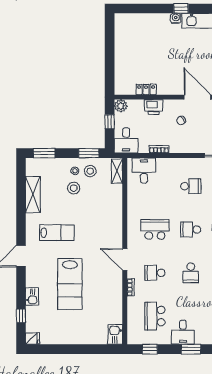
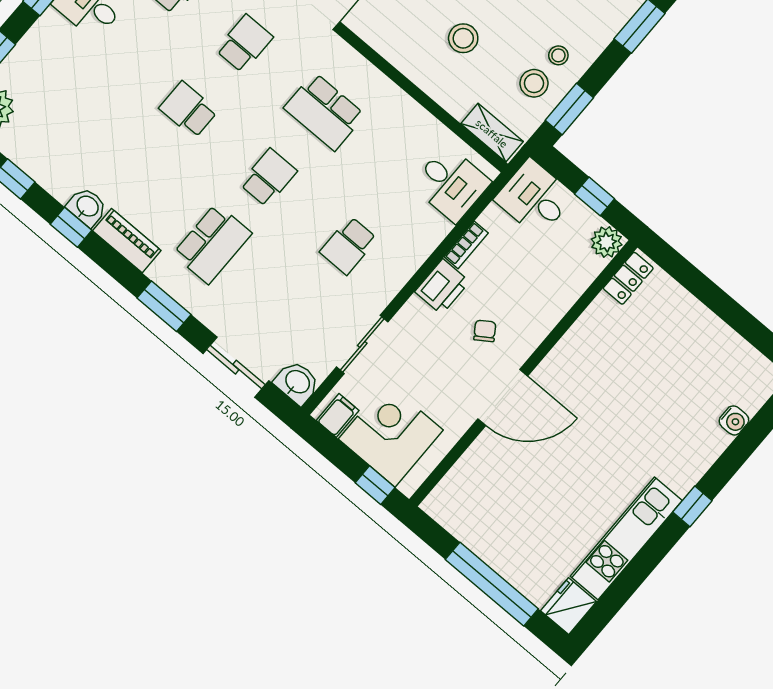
water cooler: (176, 18) -> (734, 420), moved
locker: (146, 89) -> (628, 278), moved
printer: (154, 107) -> (442, 287), moved, turned 180
stool: (74, 188) -> (463, 38), moved
school desk: (155, 229) -> (324, 111), turned 90

